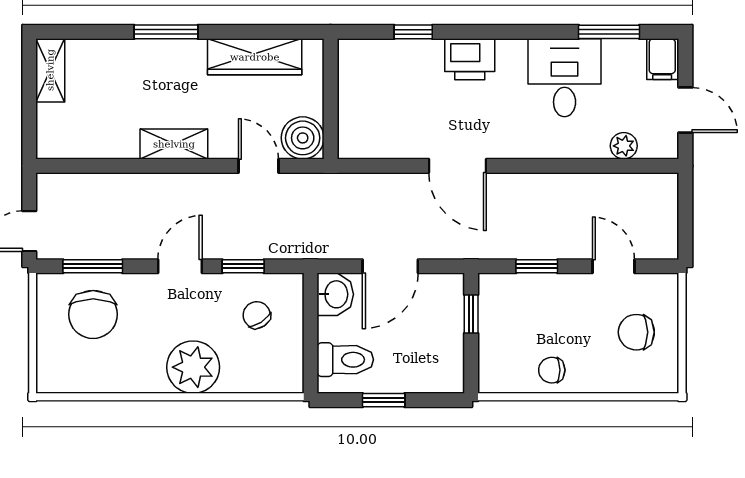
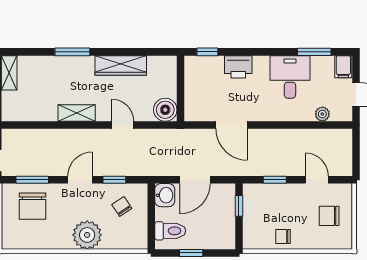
wall: (331, 99) -> (180, 88), moved
boiler: (303, 138) -> (165, 110), moved

